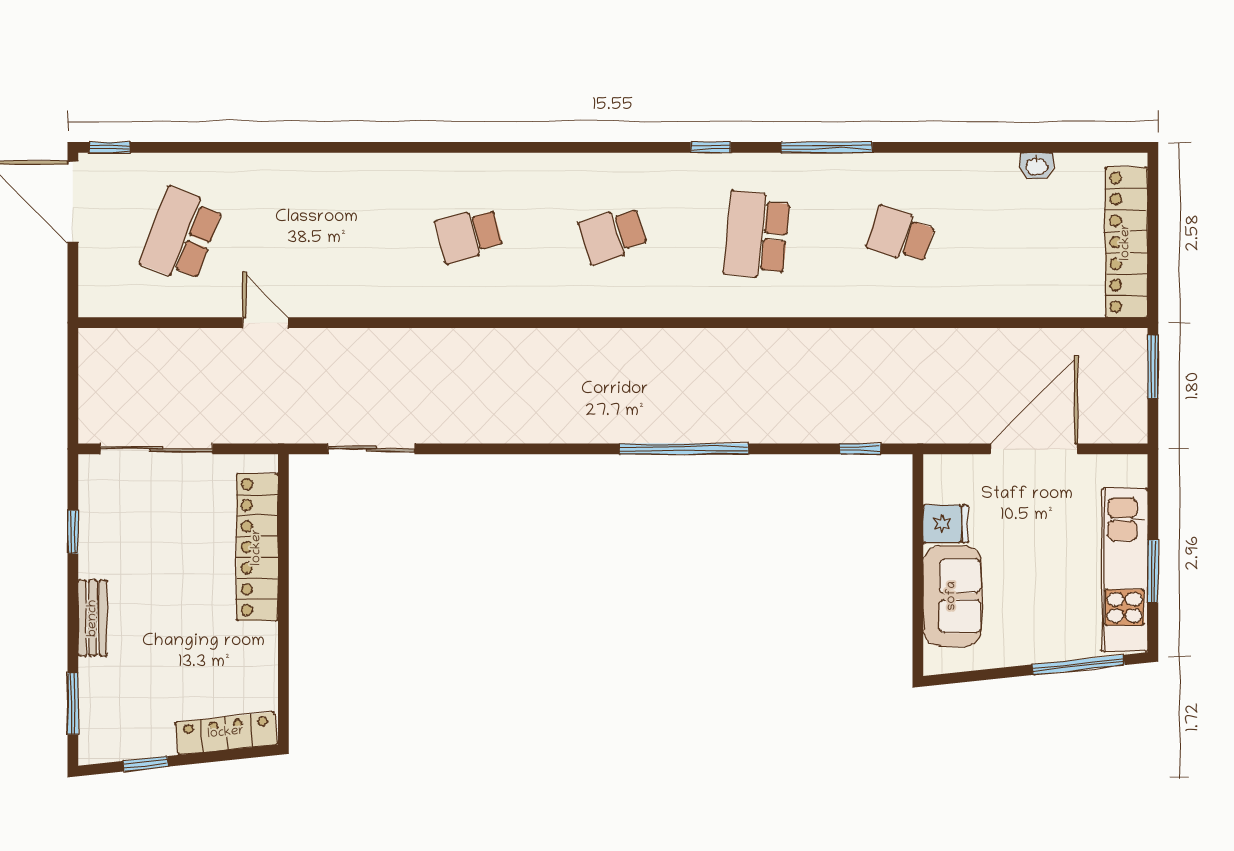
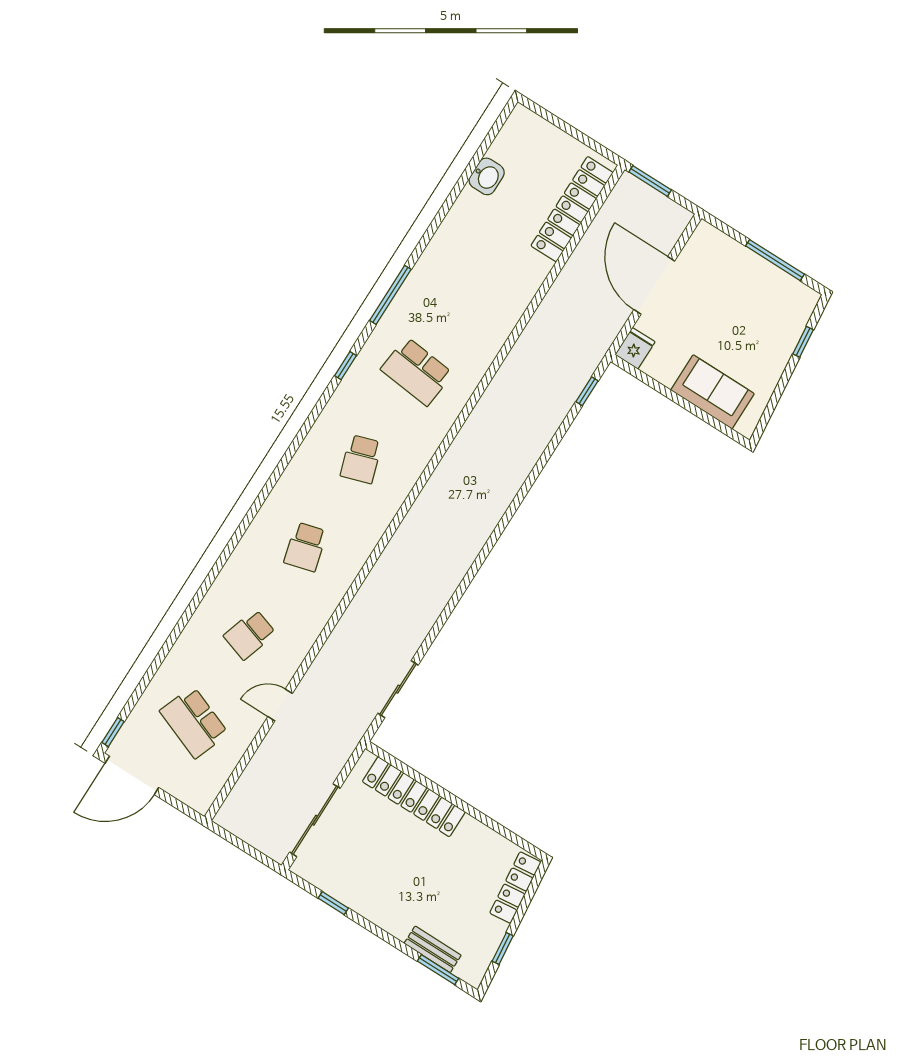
washbasin: (1037, 166) -> (487, 176), width x1.38, depth x1.45
school desk: (901, 235) -> (250, 635), moved
locker: (1126, 242) -> (572, 209), moved, turned 90
window: (684, 449) -> (519, 499), removed
fridge: (946, 524) -> (635, 348), moved
kitchen unit: (1125, 570) -> (763, 277), removed
window: (1153, 571) -> (775, 260), width x1.44
bench: (93, 618) -> (433, 949), moved
window: (1078, 665) -> (803, 342), width x0.46

